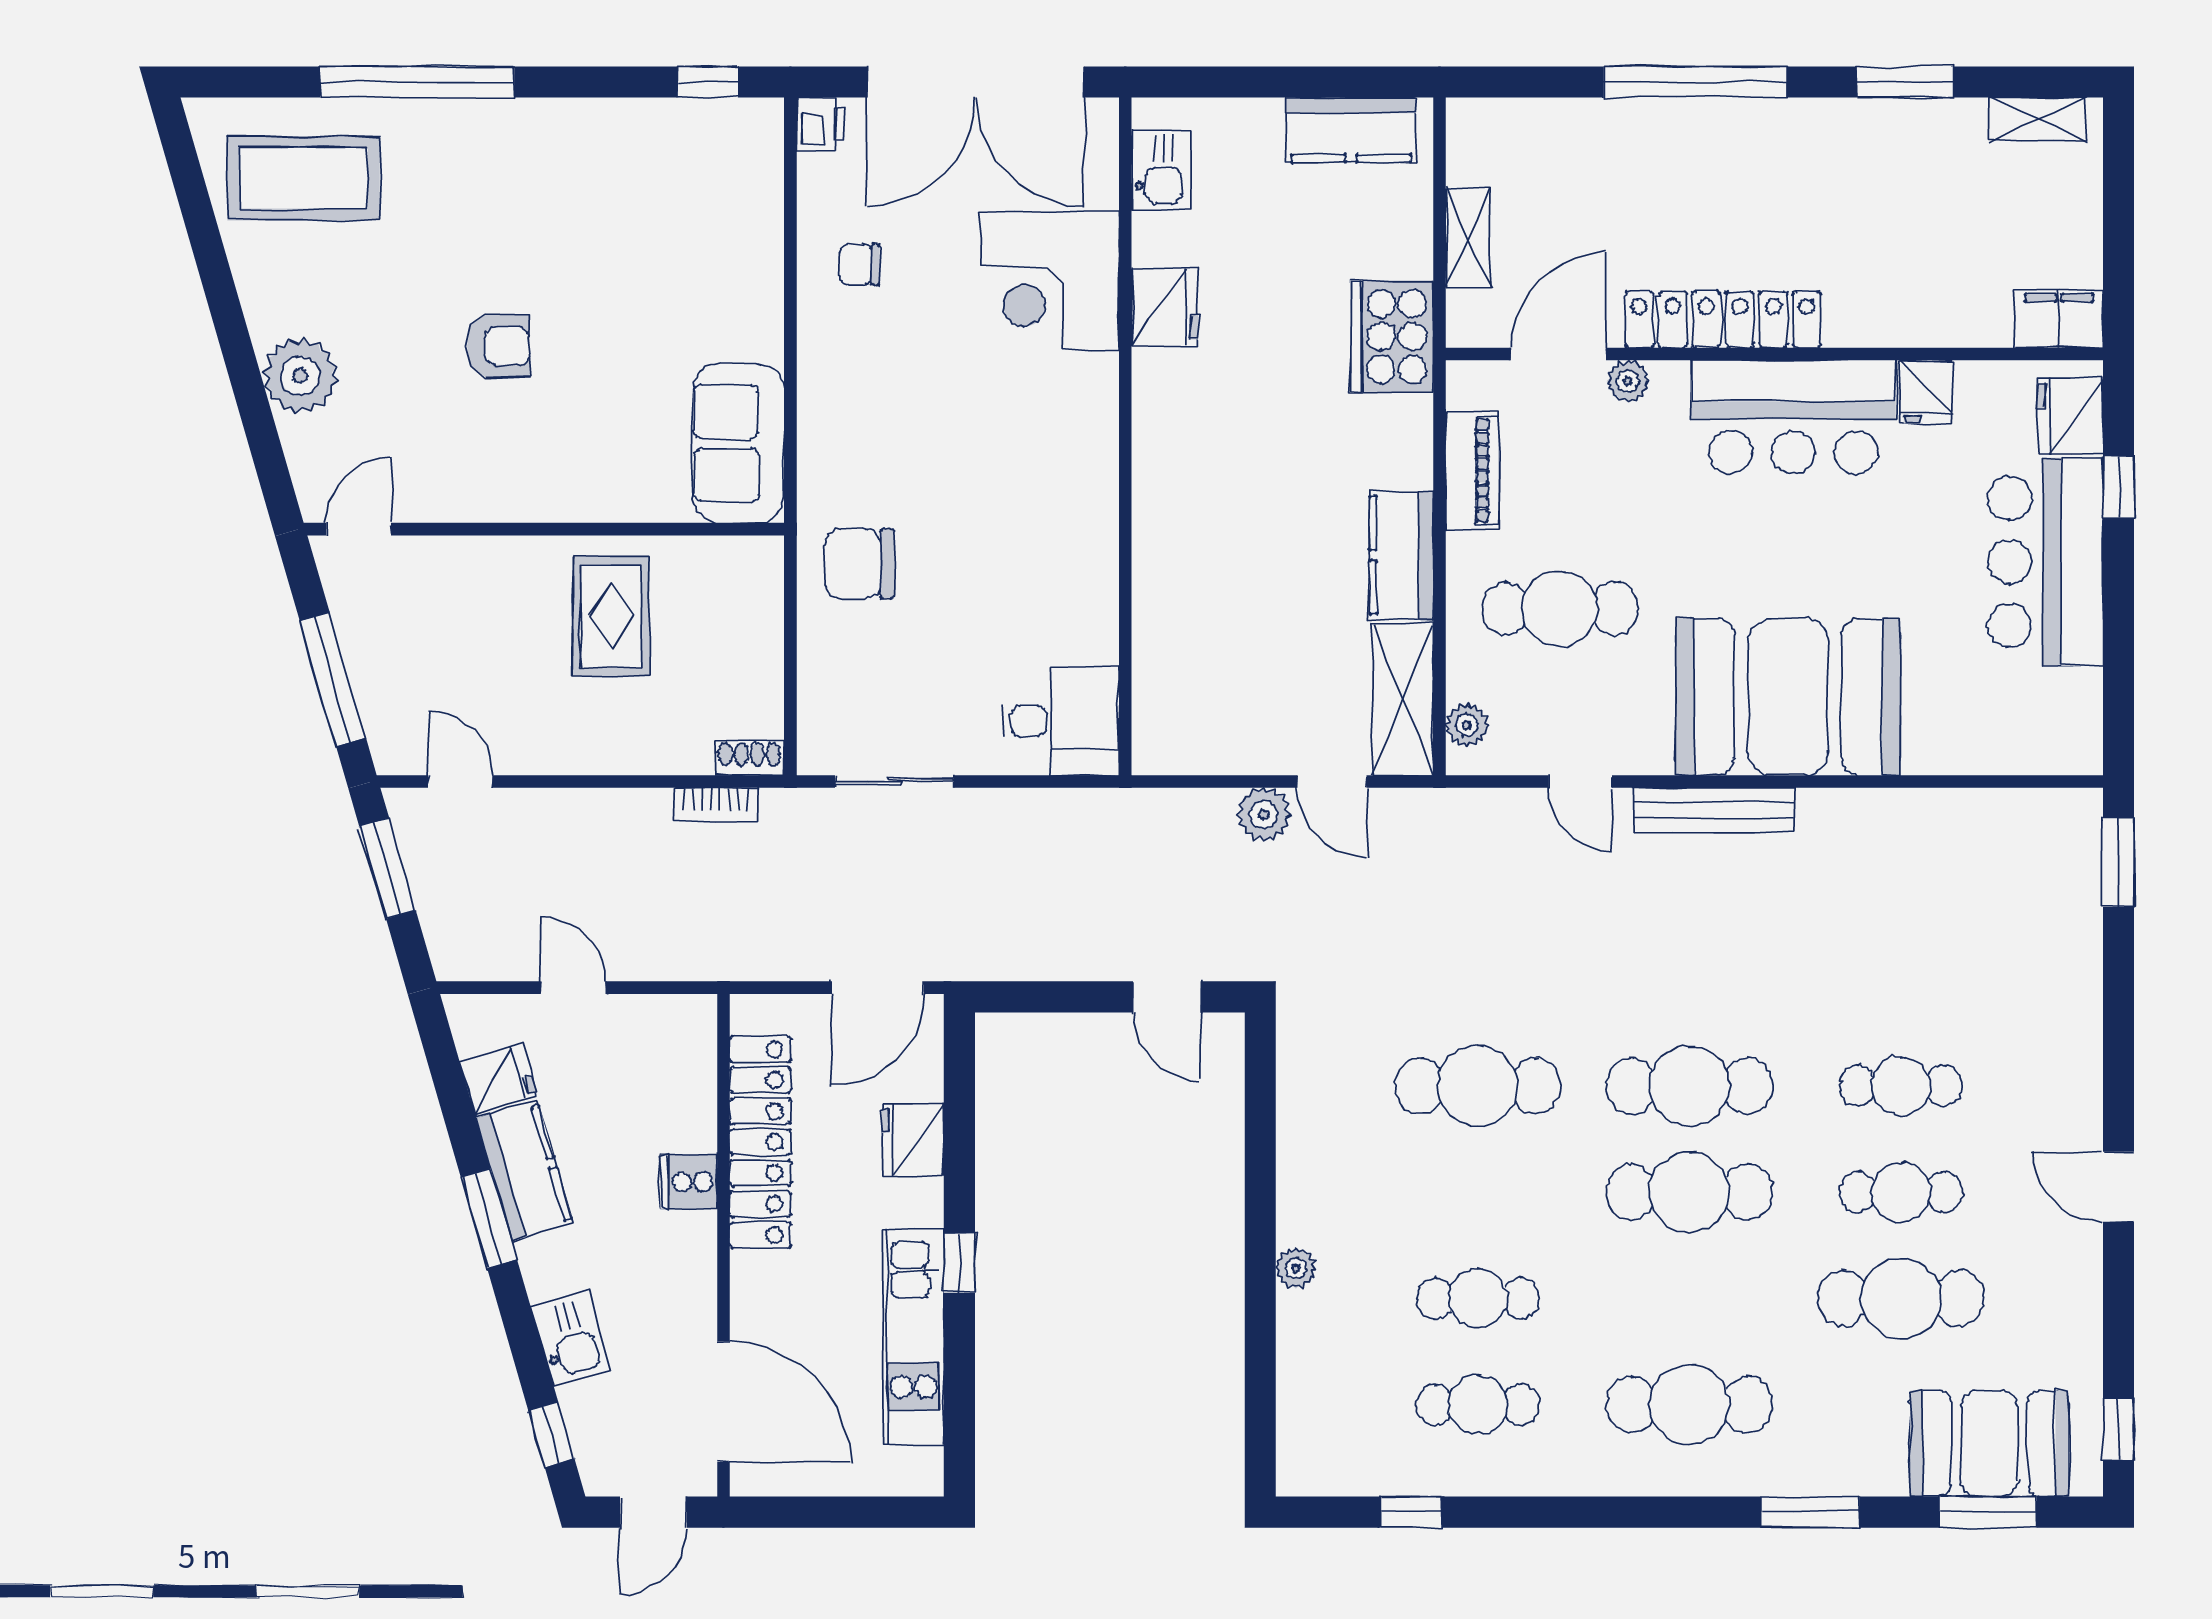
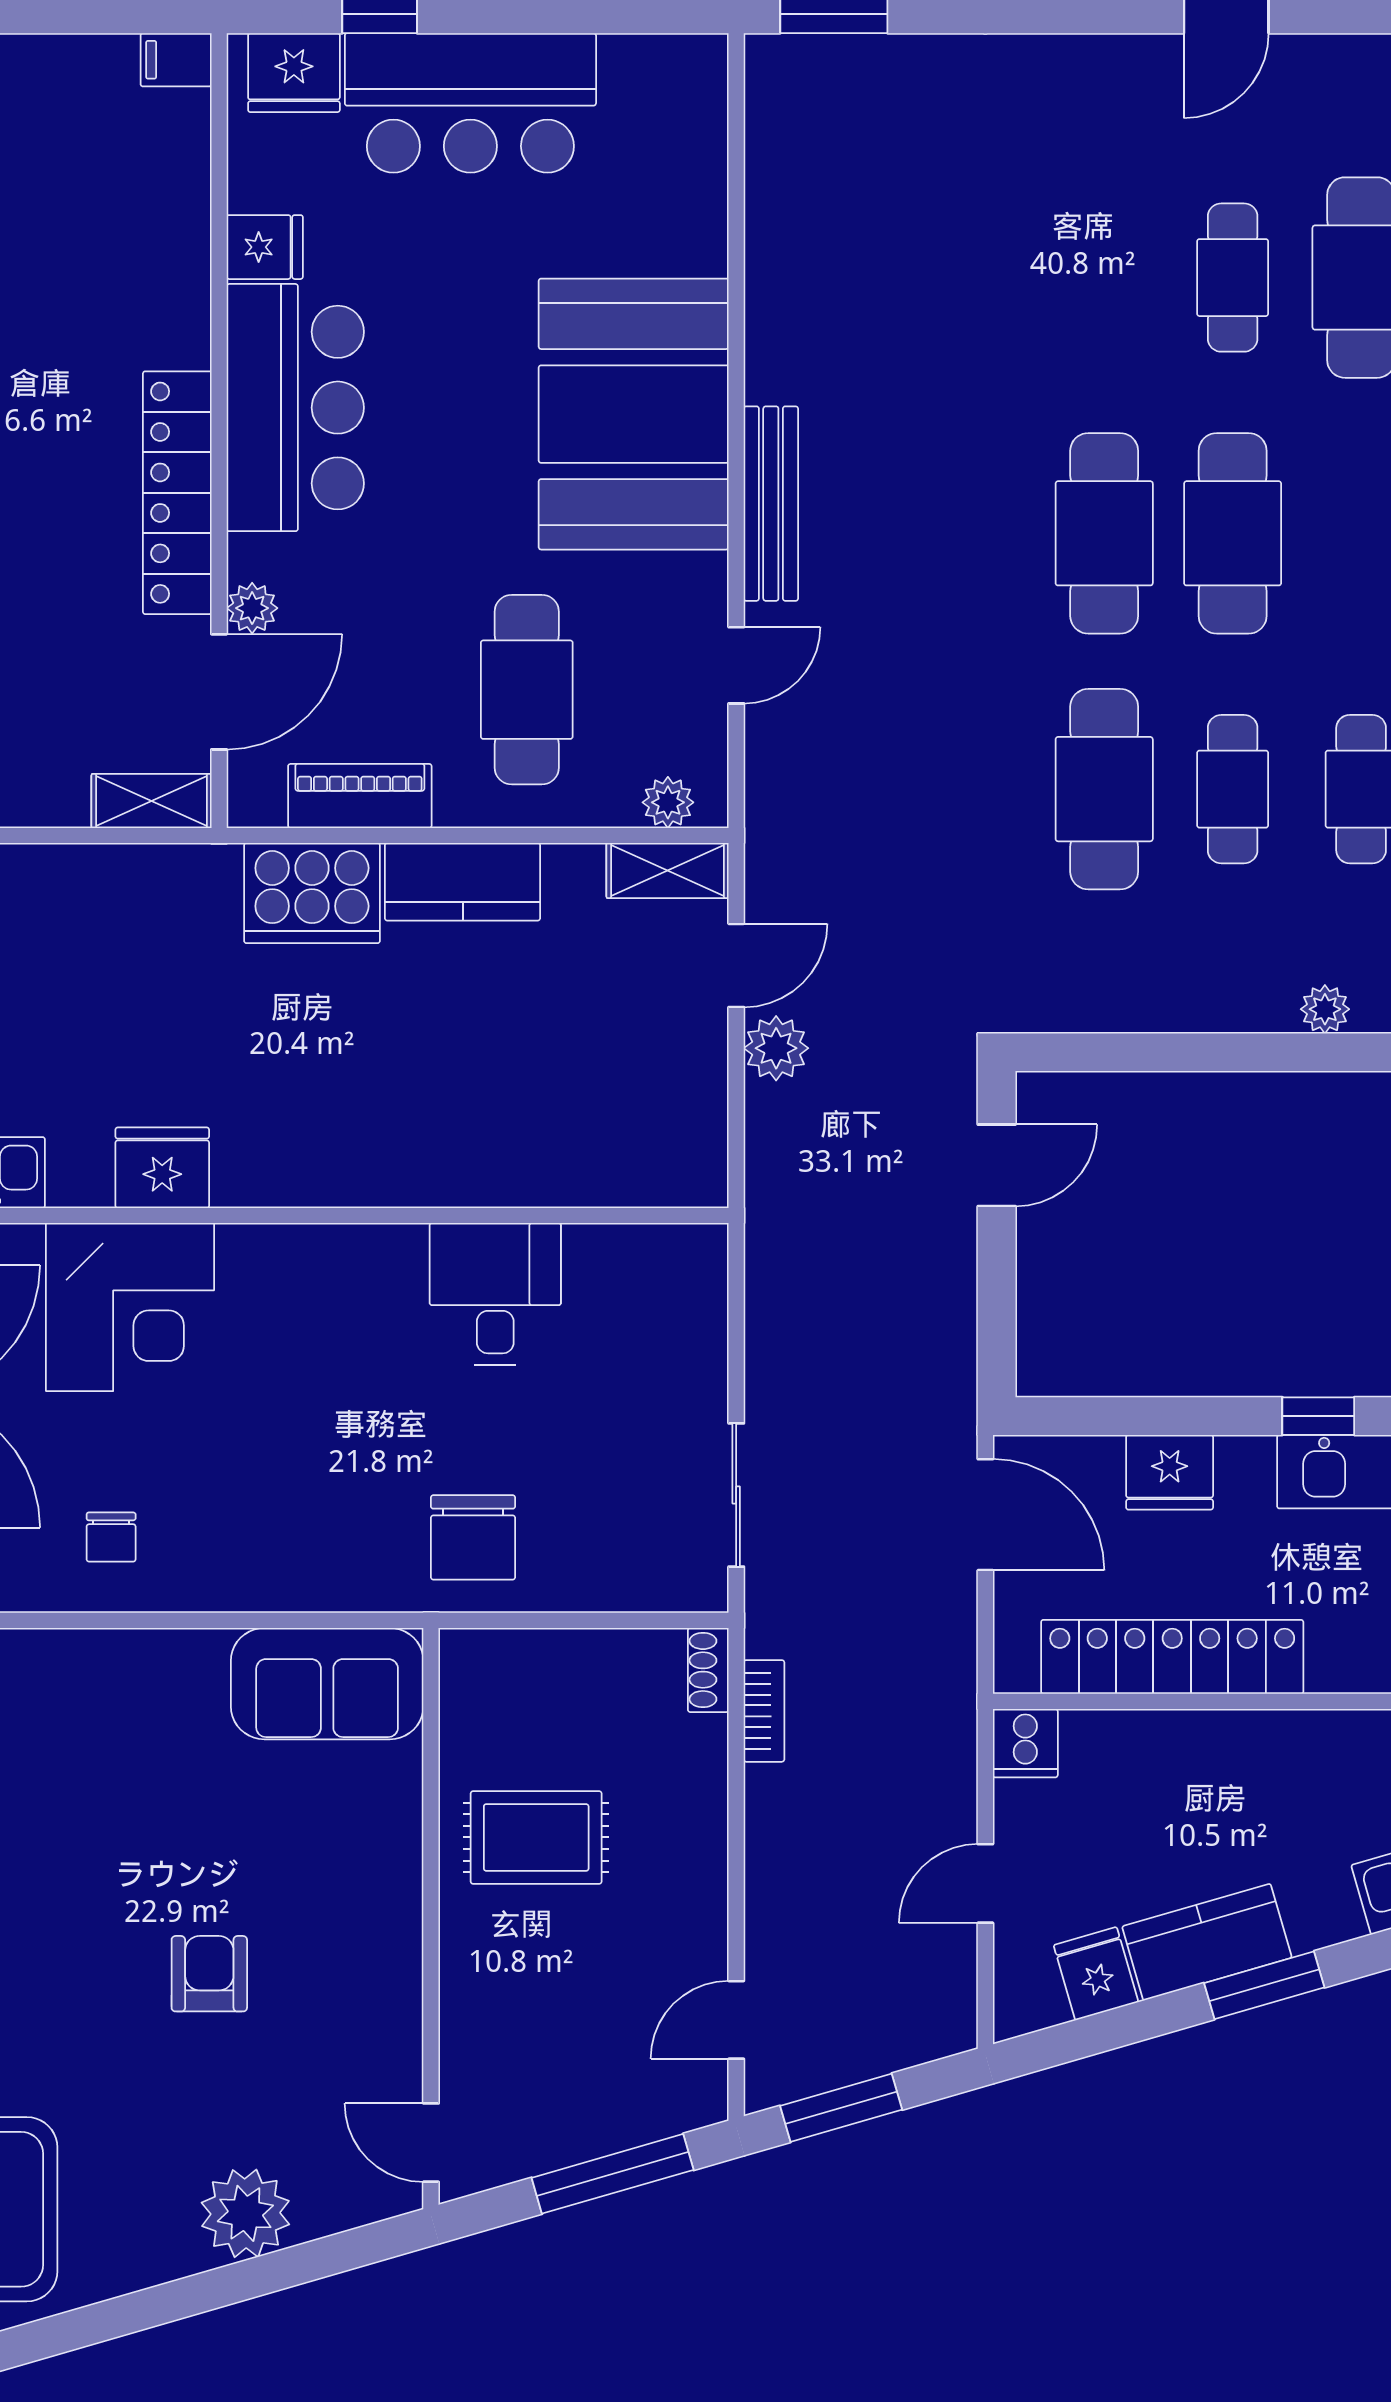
shelving: (1468, 238) -> (151, 801), moved
filing cabinet: (2059, 318) -> (176, 60), width x0.50
cooker: (1392, 337) -> (312, 893), moved
door: (1558, 354) -> (219, 692), swing flipped
shelving: (1403, 699) -> (668, 870), width x0.67, depth x0.75
desk: (1061, 721) -> (495, 1294), moved
cafe table: (1901, 1086) -> (1233, 789), moved
cooker: (689, 1182) -> (1025, 1743), moved

